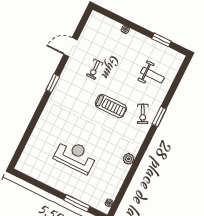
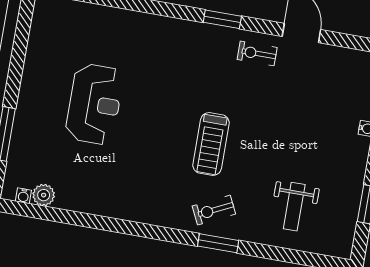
exercise bike: (95, 69) -> (257, 53), moved
plant: (129, 159) -> (44, 195), moved

